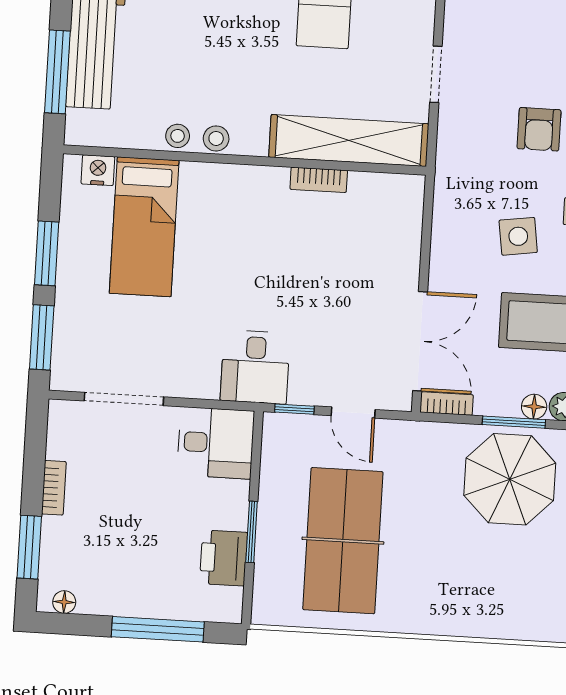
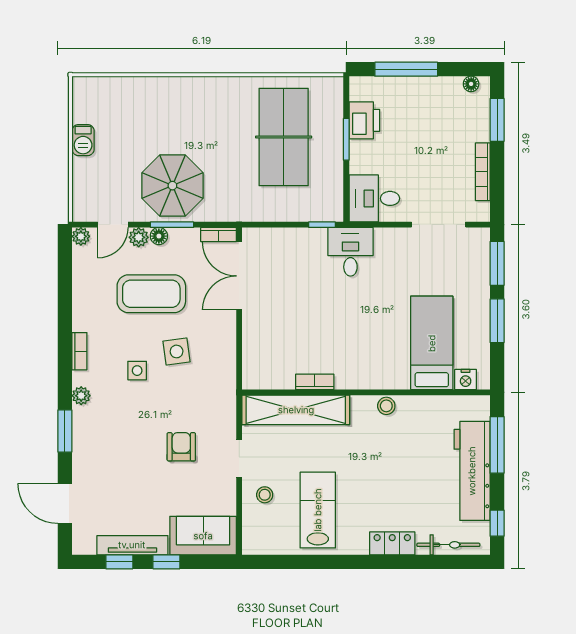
armchair: (539, 129) -> (181, 447), moved
stool: (178, 136) -> (265, 495), moved
door: (353, 413) -> (282, 225), removed
bookcase: (54, 488) -> (483, 172), width x1.56

